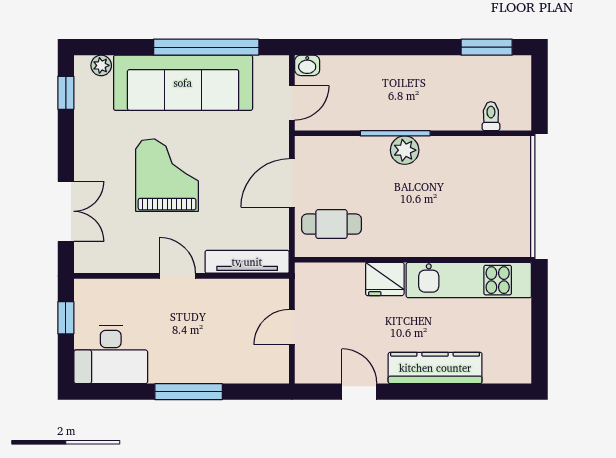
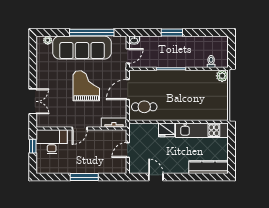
window: (487, 47) -> (172, 33), moved
window: (66, 93) -> (33, 52), removed
plant: (405, 150) -> (222, 76), moved
grand piano: (167, 175) -> (86, 86), moved
tv unit: (247, 262) -> (114, 123), width x0.71
door: (178, 276) -> (80, 129), swing flipped
desk: (111, 355) -> (52, 142), moved, turned 180
kitchen counter: (435, 368) -> (208, 167), moved

